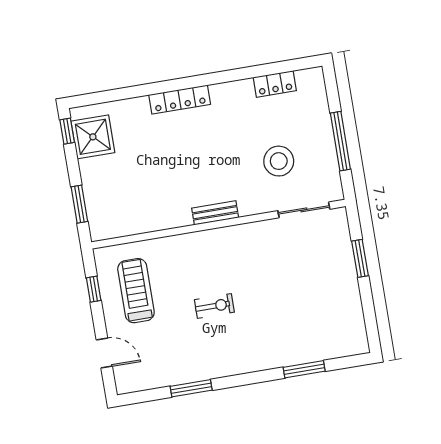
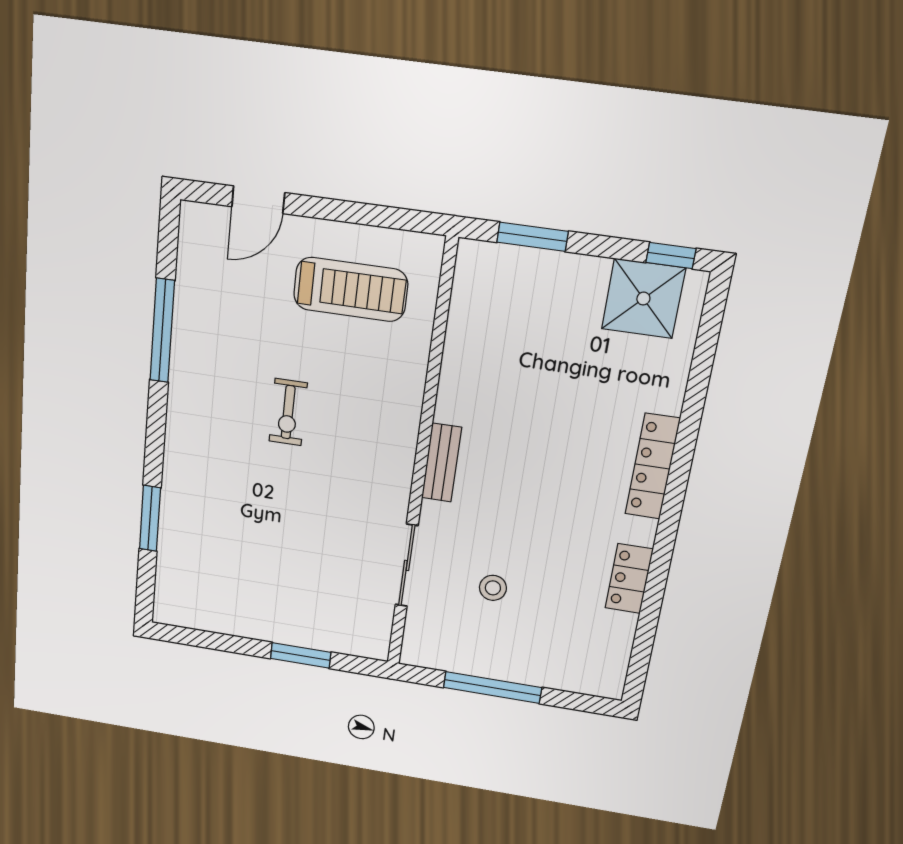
locker: (275, 84) -> (629, 579), moved
stool: (279, 161) -> (493, 588), width x0.53, depth x0.53
sliding door: (304, 210) -> (407, 565), moved
window: (94, 289) -> (375, 215), removed
window: (191, 388) -> (162, 331), width x1.44

